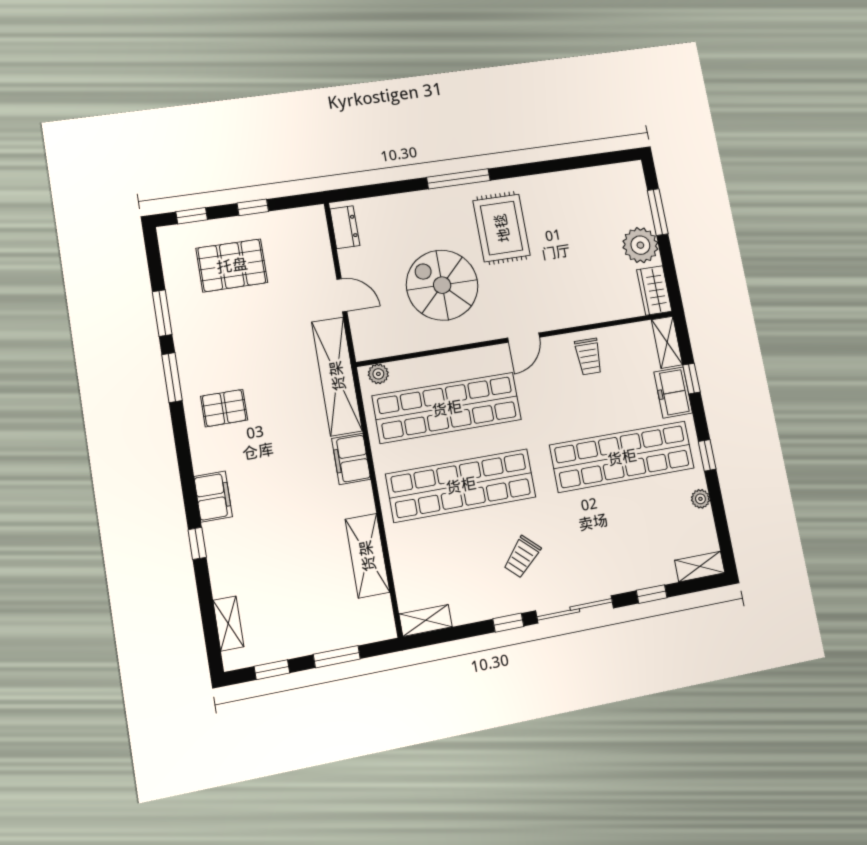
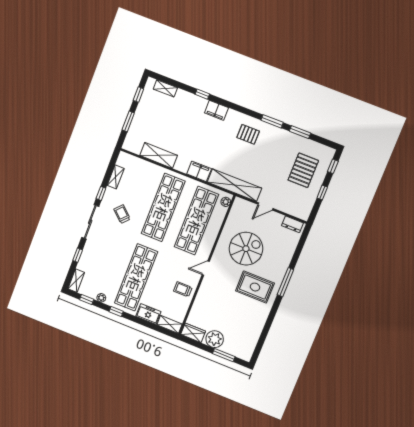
door: (524, 338) -> (206, 268), hinge flipped
window: (692, 379) -> (87, 299), moved
pallet: (224, 408) -> (248, 134), turned 90
shelving: (426, 620) -> (116, 177), moved

